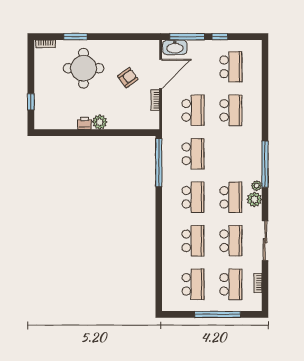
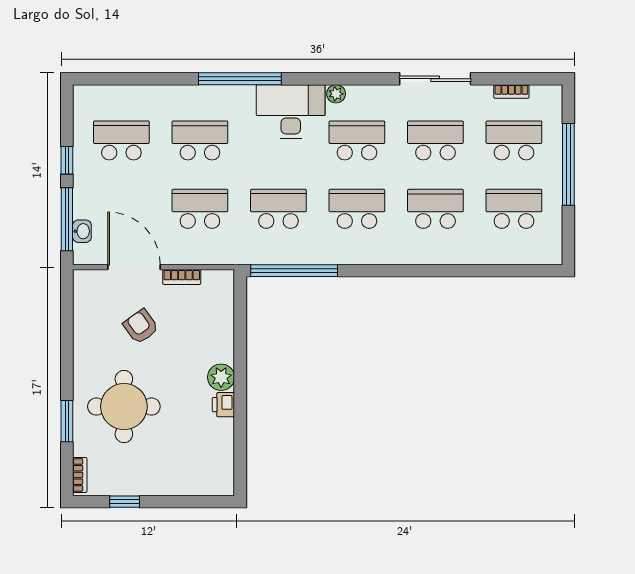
washbasin: (175, 47) -> (82, 231), width x0.52, depth x0.69
window: (31, 102) -> (125, 502), moved
desk: (247, 161) -> (291, 111), added
window: (265, 164) -> (240, 79), moved
plant: (254, 199) -> (361, 98), removed

